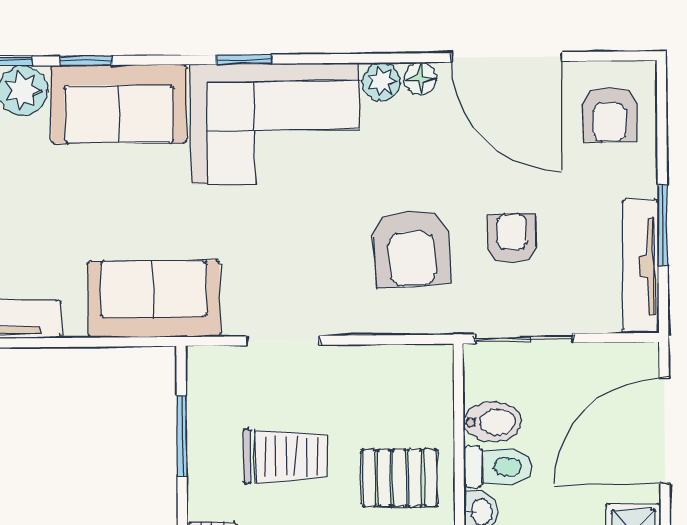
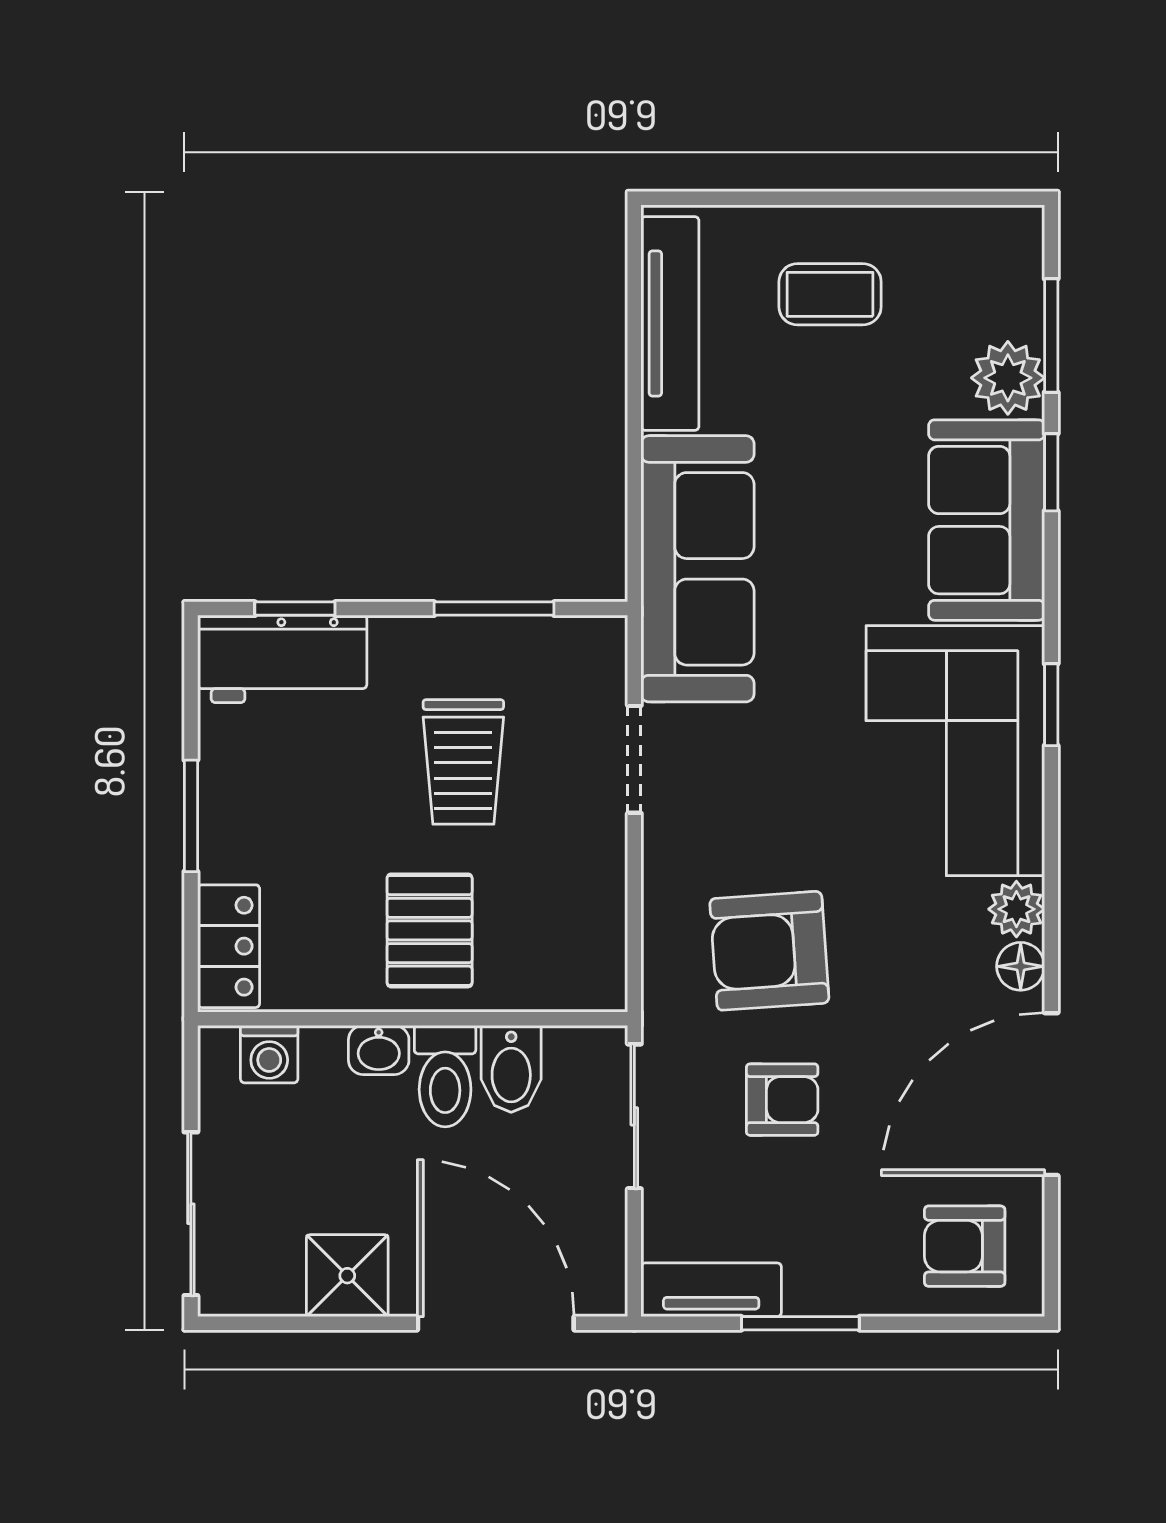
tv unit: (640, 266) -> (711, 1290), width x0.71
sofa: (154, 299) -> (697, 569), width x1.36

